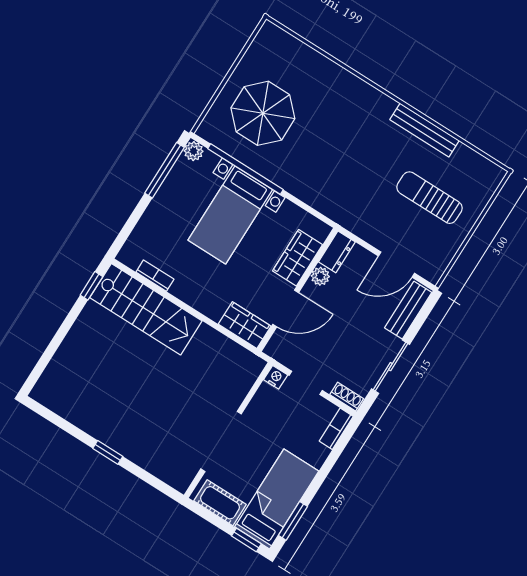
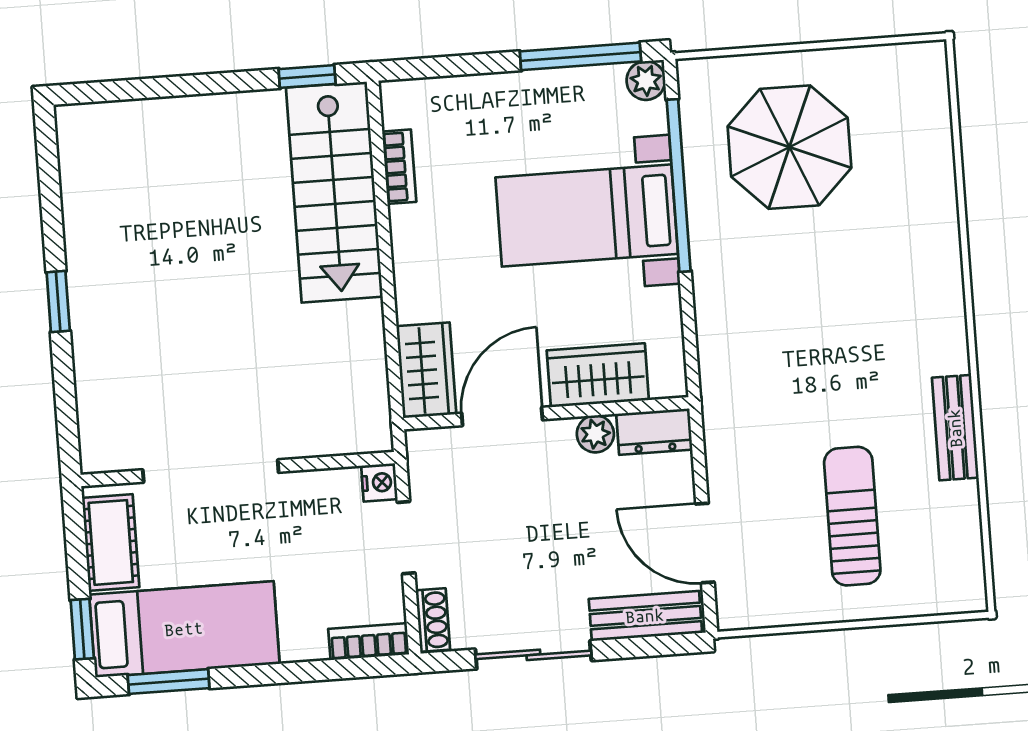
bench: (425, 130) -> (955, 428), width x0.73
door: (286, 308) -> (502, 416), swing flipped

